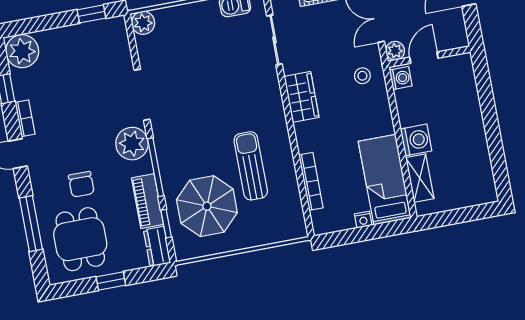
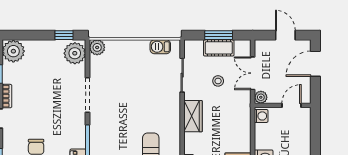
door: (424, 58) -> (291, 105), moved
stool: (362, 76) -> (218, 81), moved
plant: (132, 144) -> (75, 53), moved

